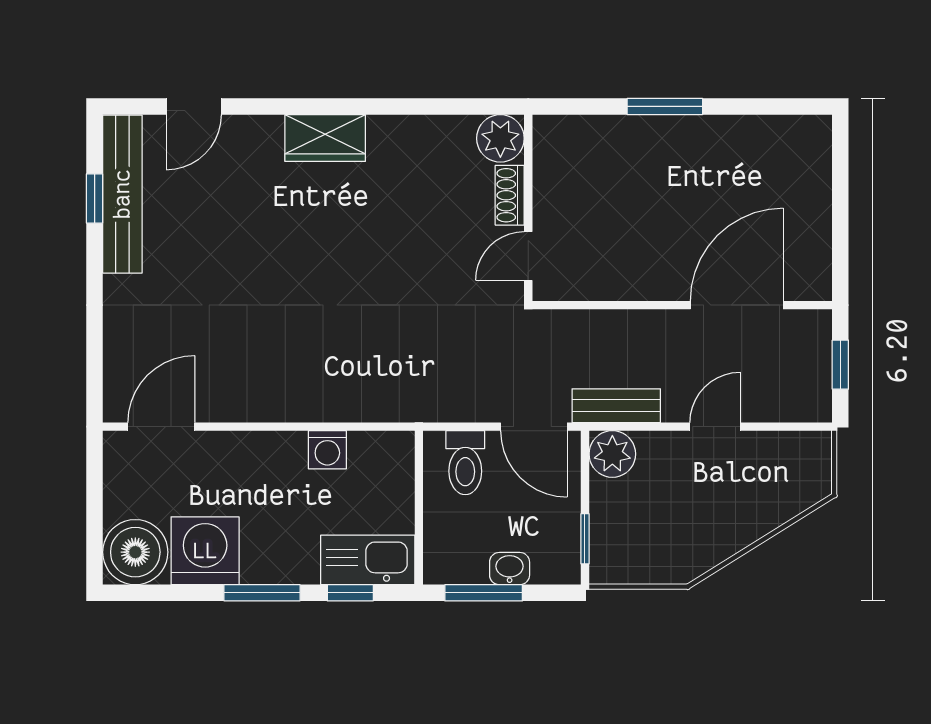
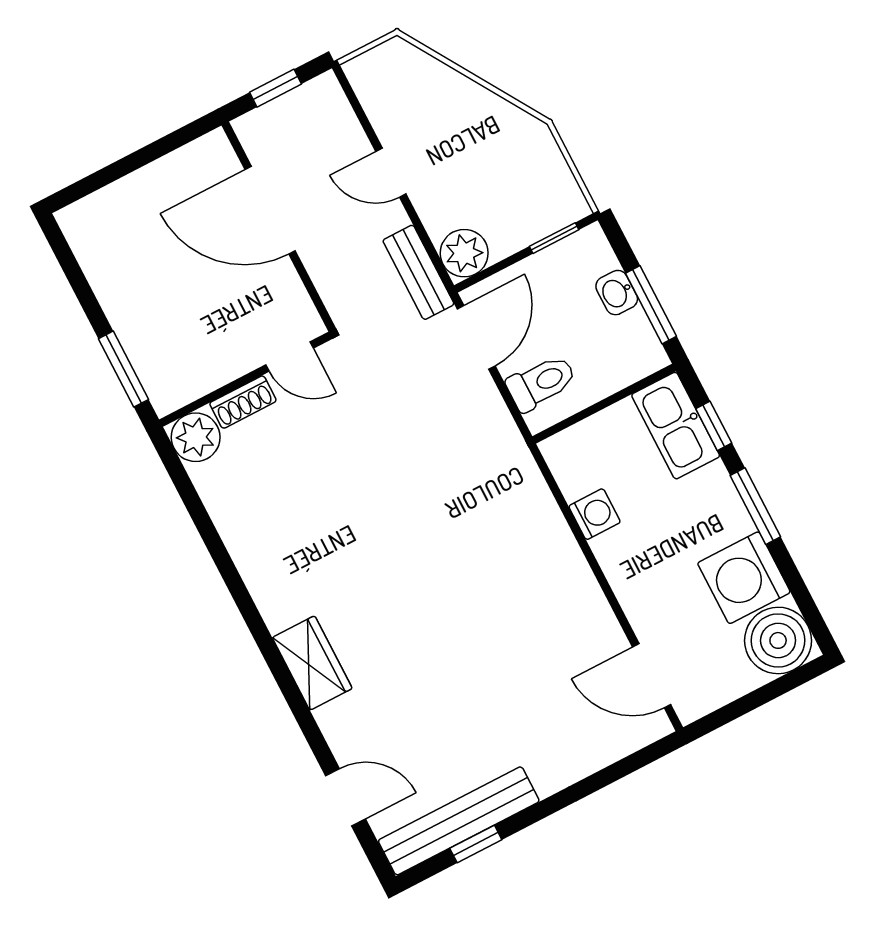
plant: (500, 138) -> (196, 437), moved
shoe rack: (510, 195) -> (243, 402), moved
wall: (528, 208) -> (246, 379), moved
door: (528, 256) -> (289, 357), moved

